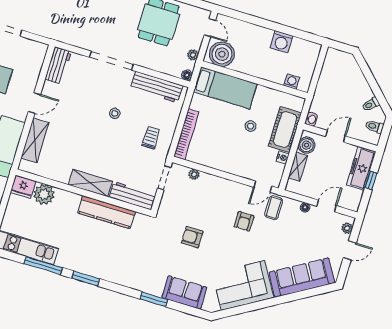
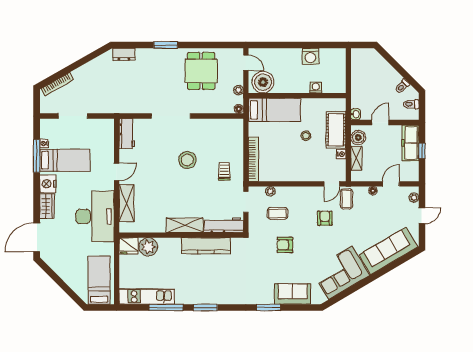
washing machine: (292, 82) -> (316, 87), moved
workbench: (157, 87) -> (216, 127), removed
stool: (115, 113) -> (187, 160), width x1.89, depth x1.89
coffee table: (195, 201) -> (278, 213), added
armchair: (244, 221) -> (325, 218), turned 180

